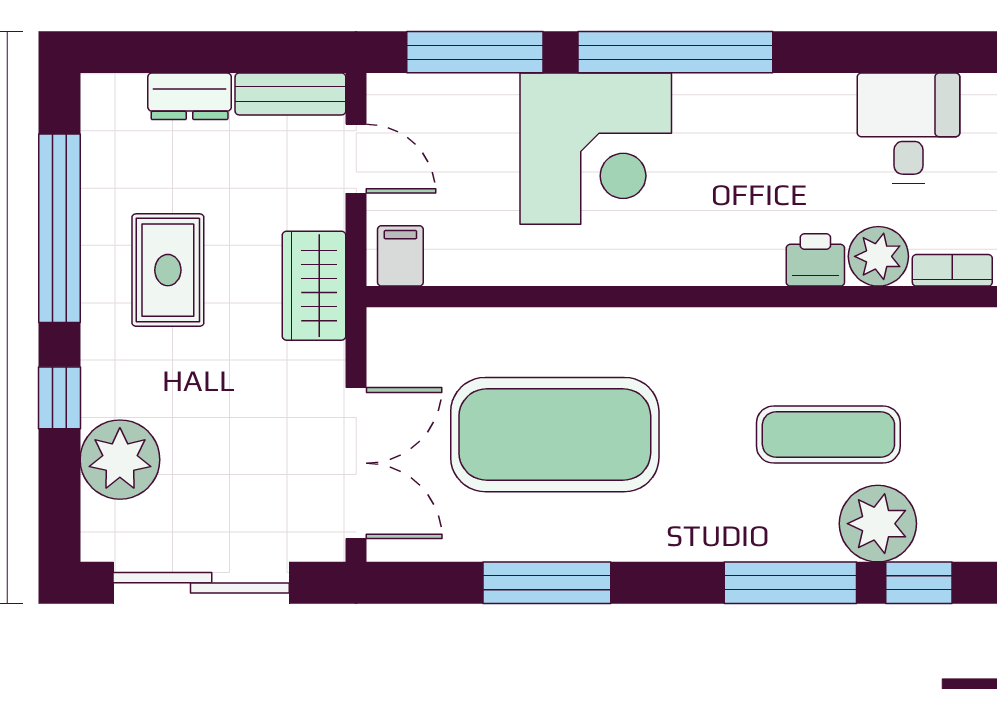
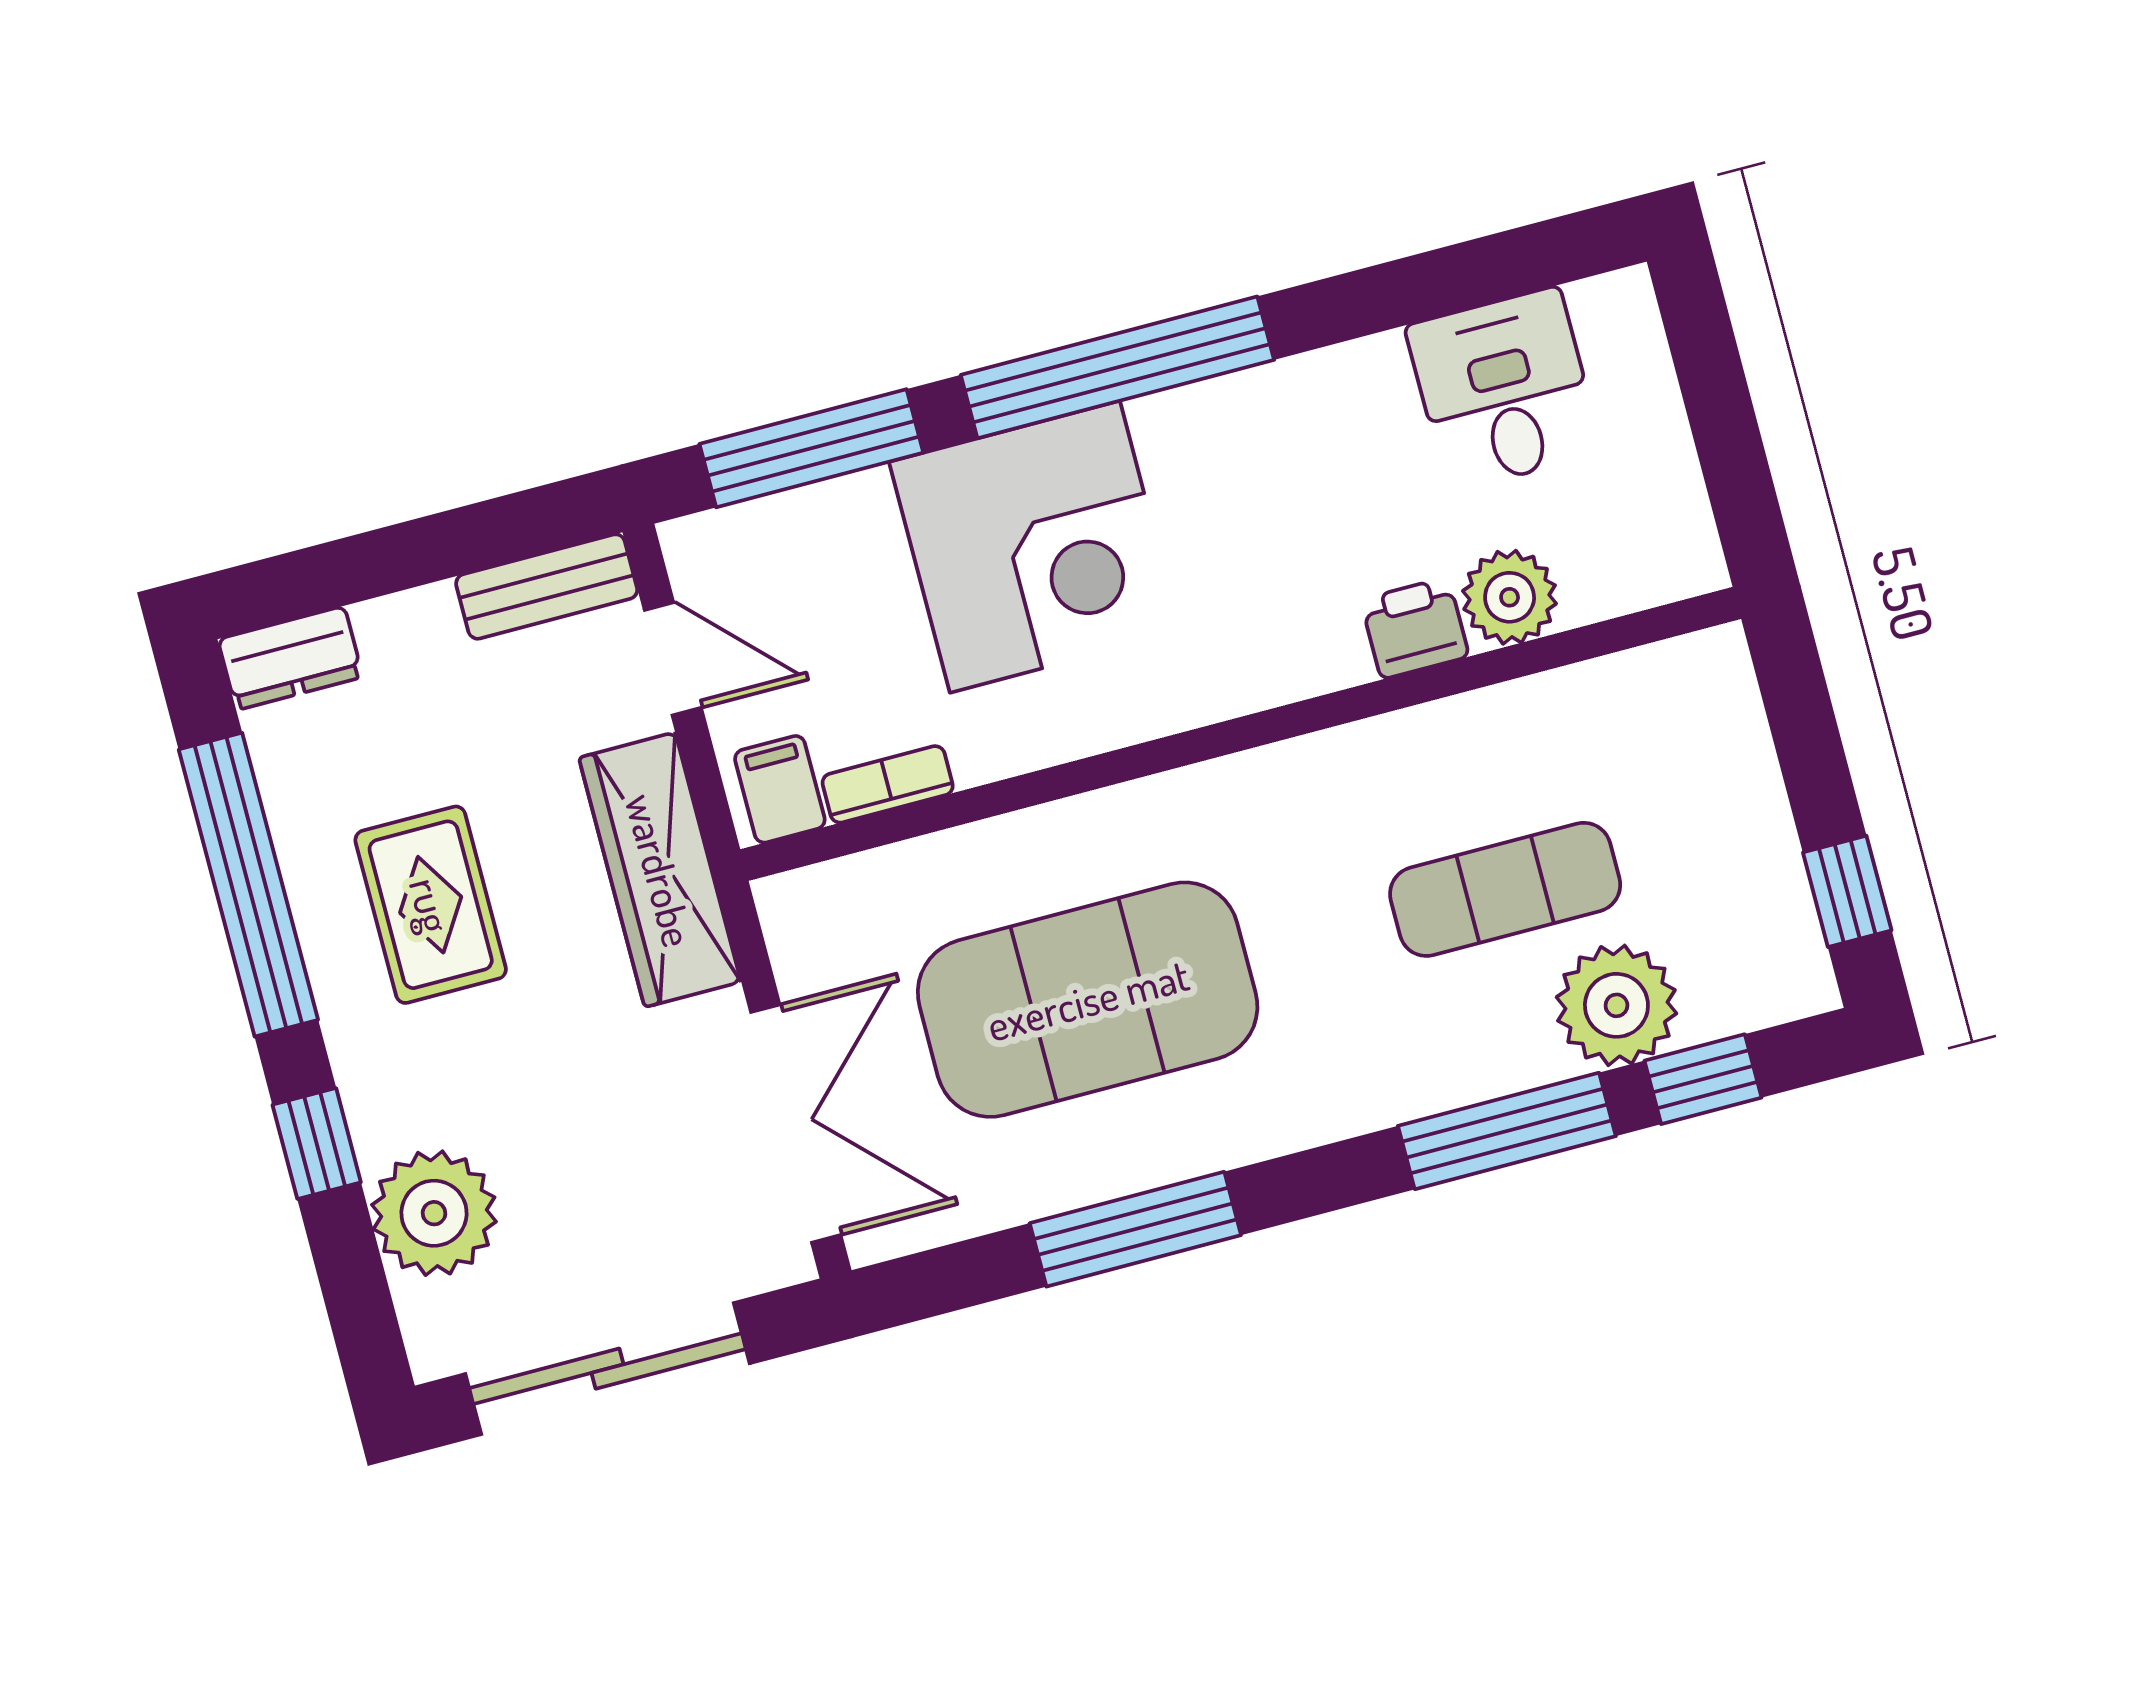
dresser: (190, 96) -> (290, 658), moved
bookcase: (952, 270) -> (888, 784), moved
wardrobe: (314, 286) -> (660, 870), width x1.50

